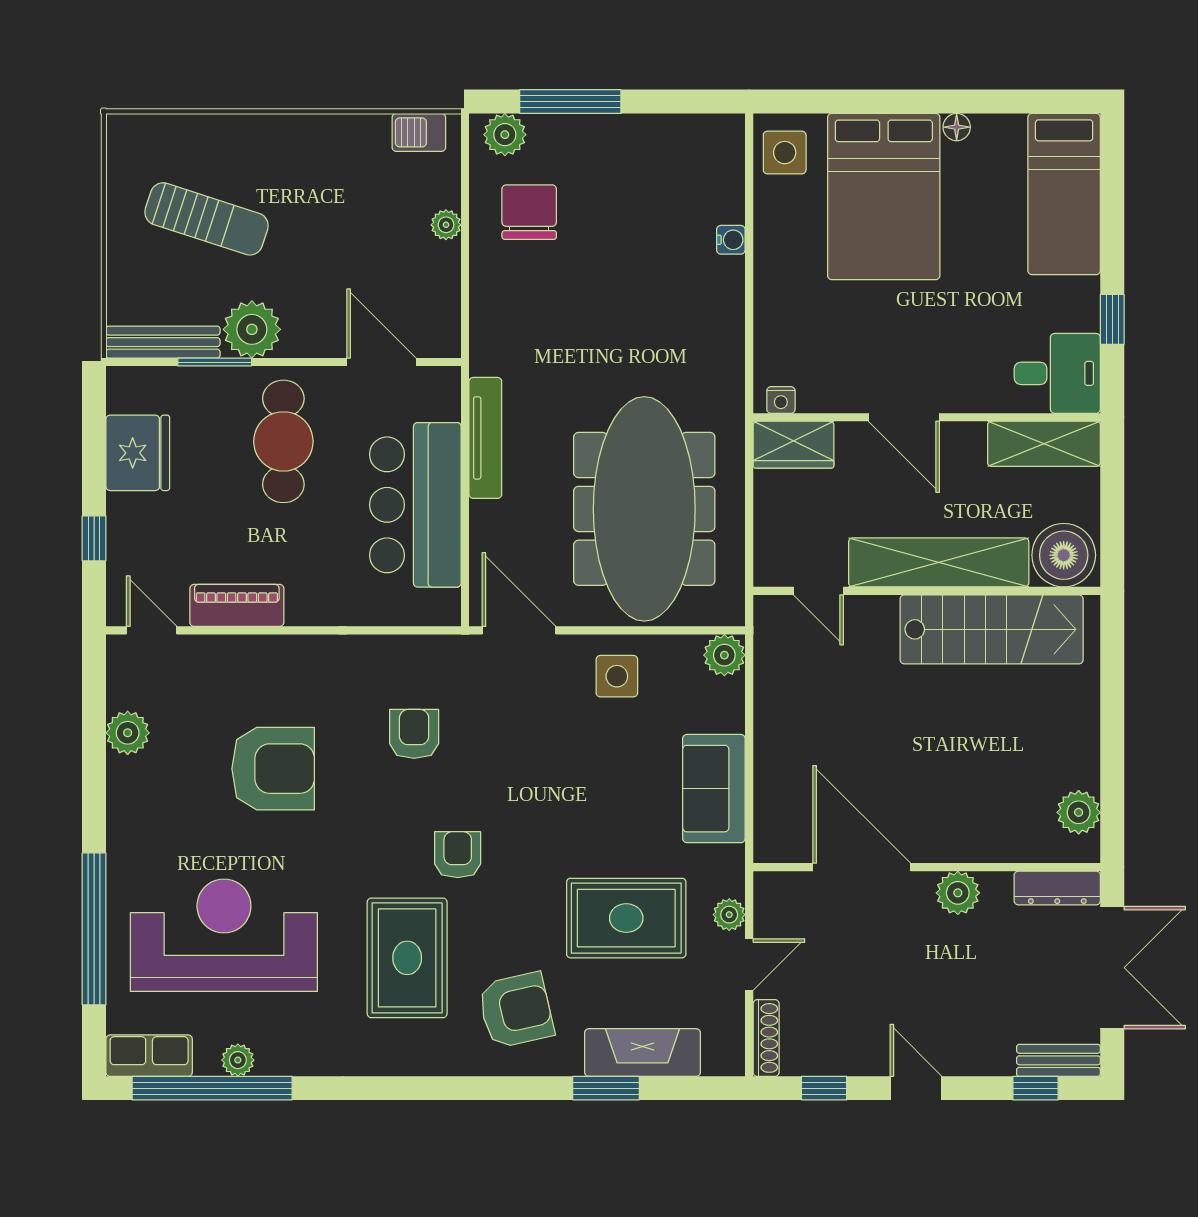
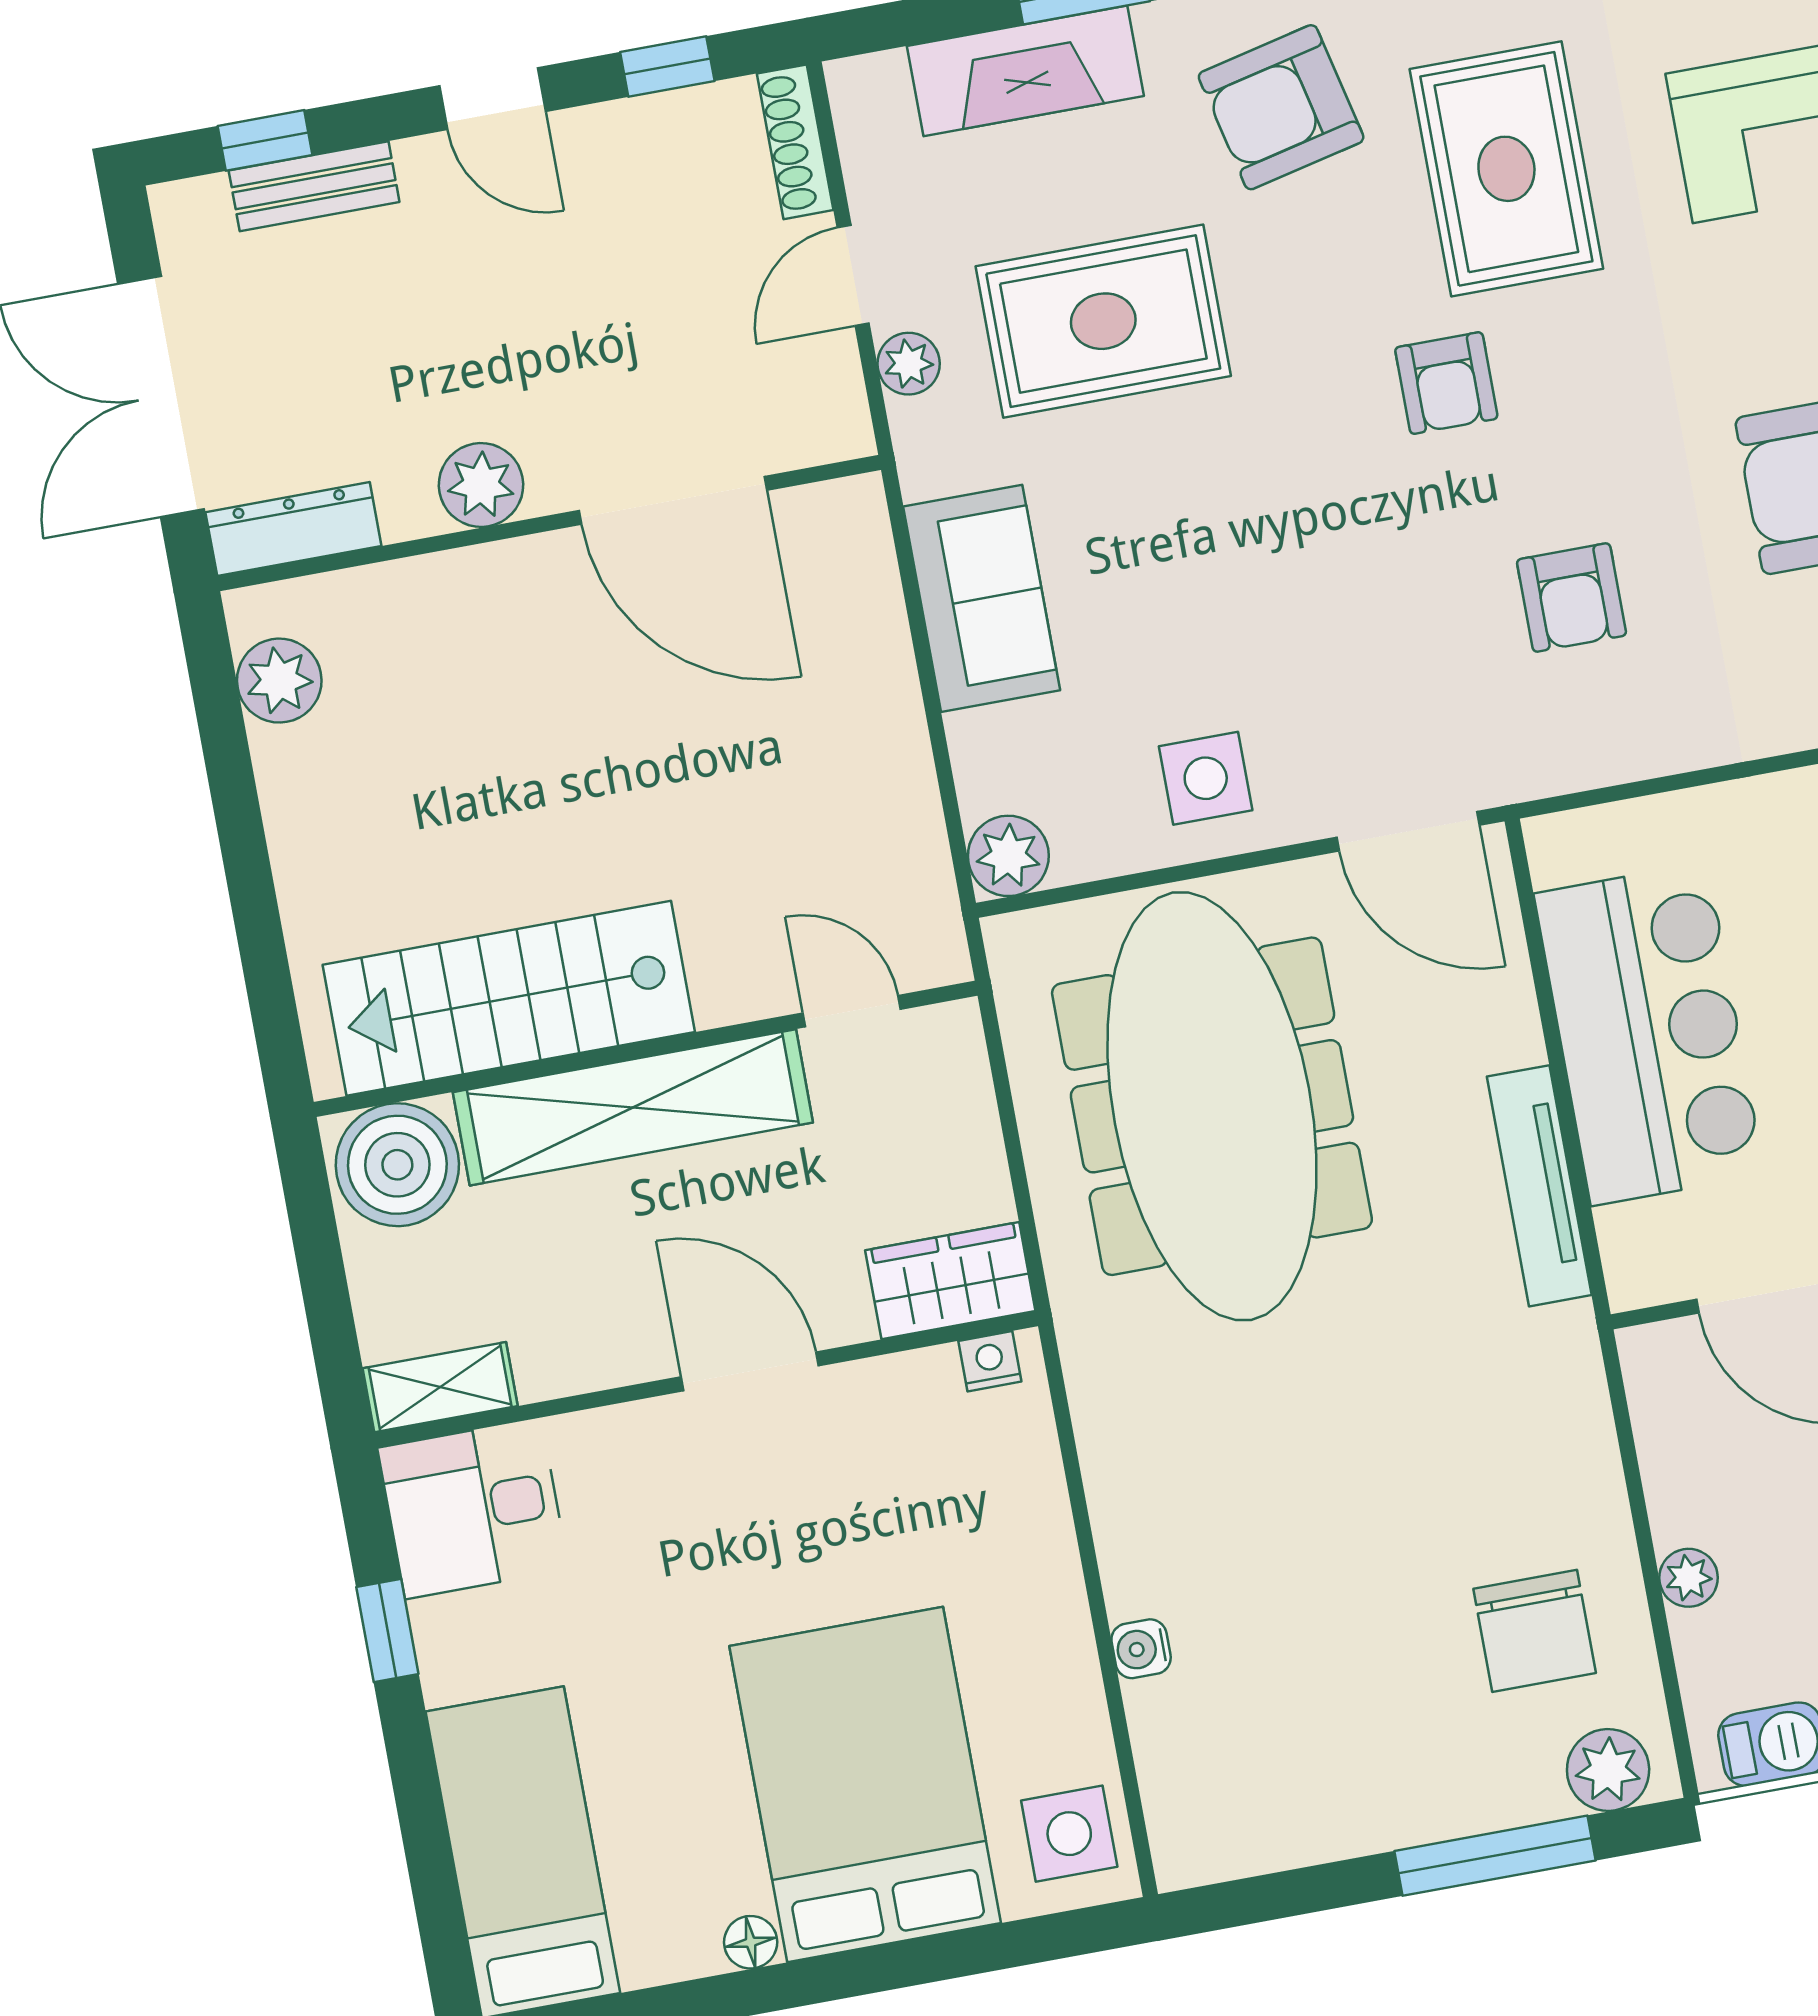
shelving: (1044, 444) -> (440, 1387), width x0.67, depth x0.75
bench: (1058, 1060) -> (314, 186), moved

